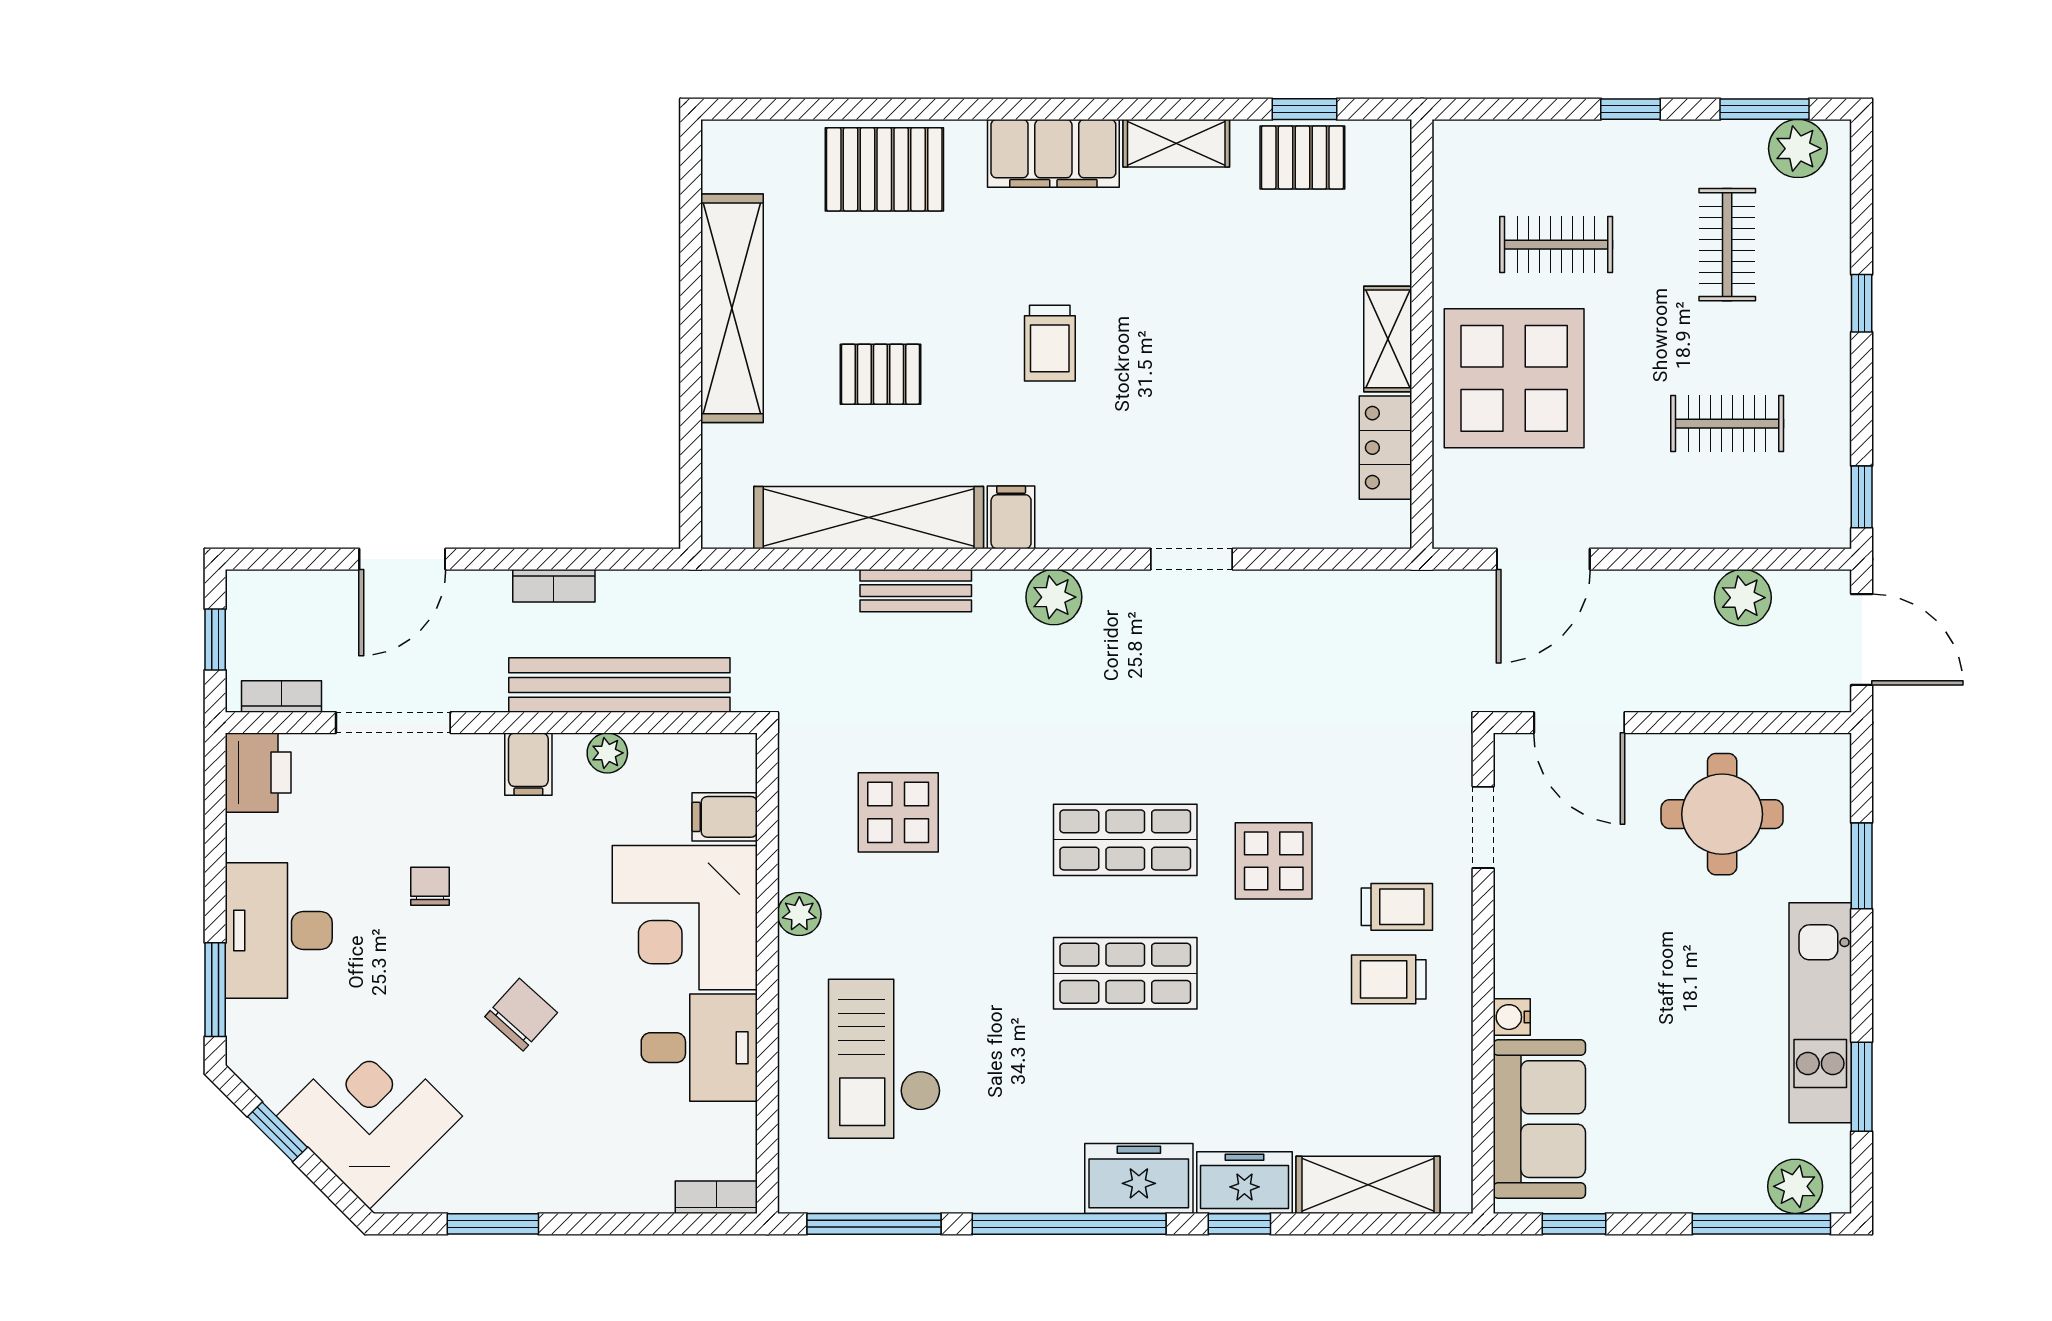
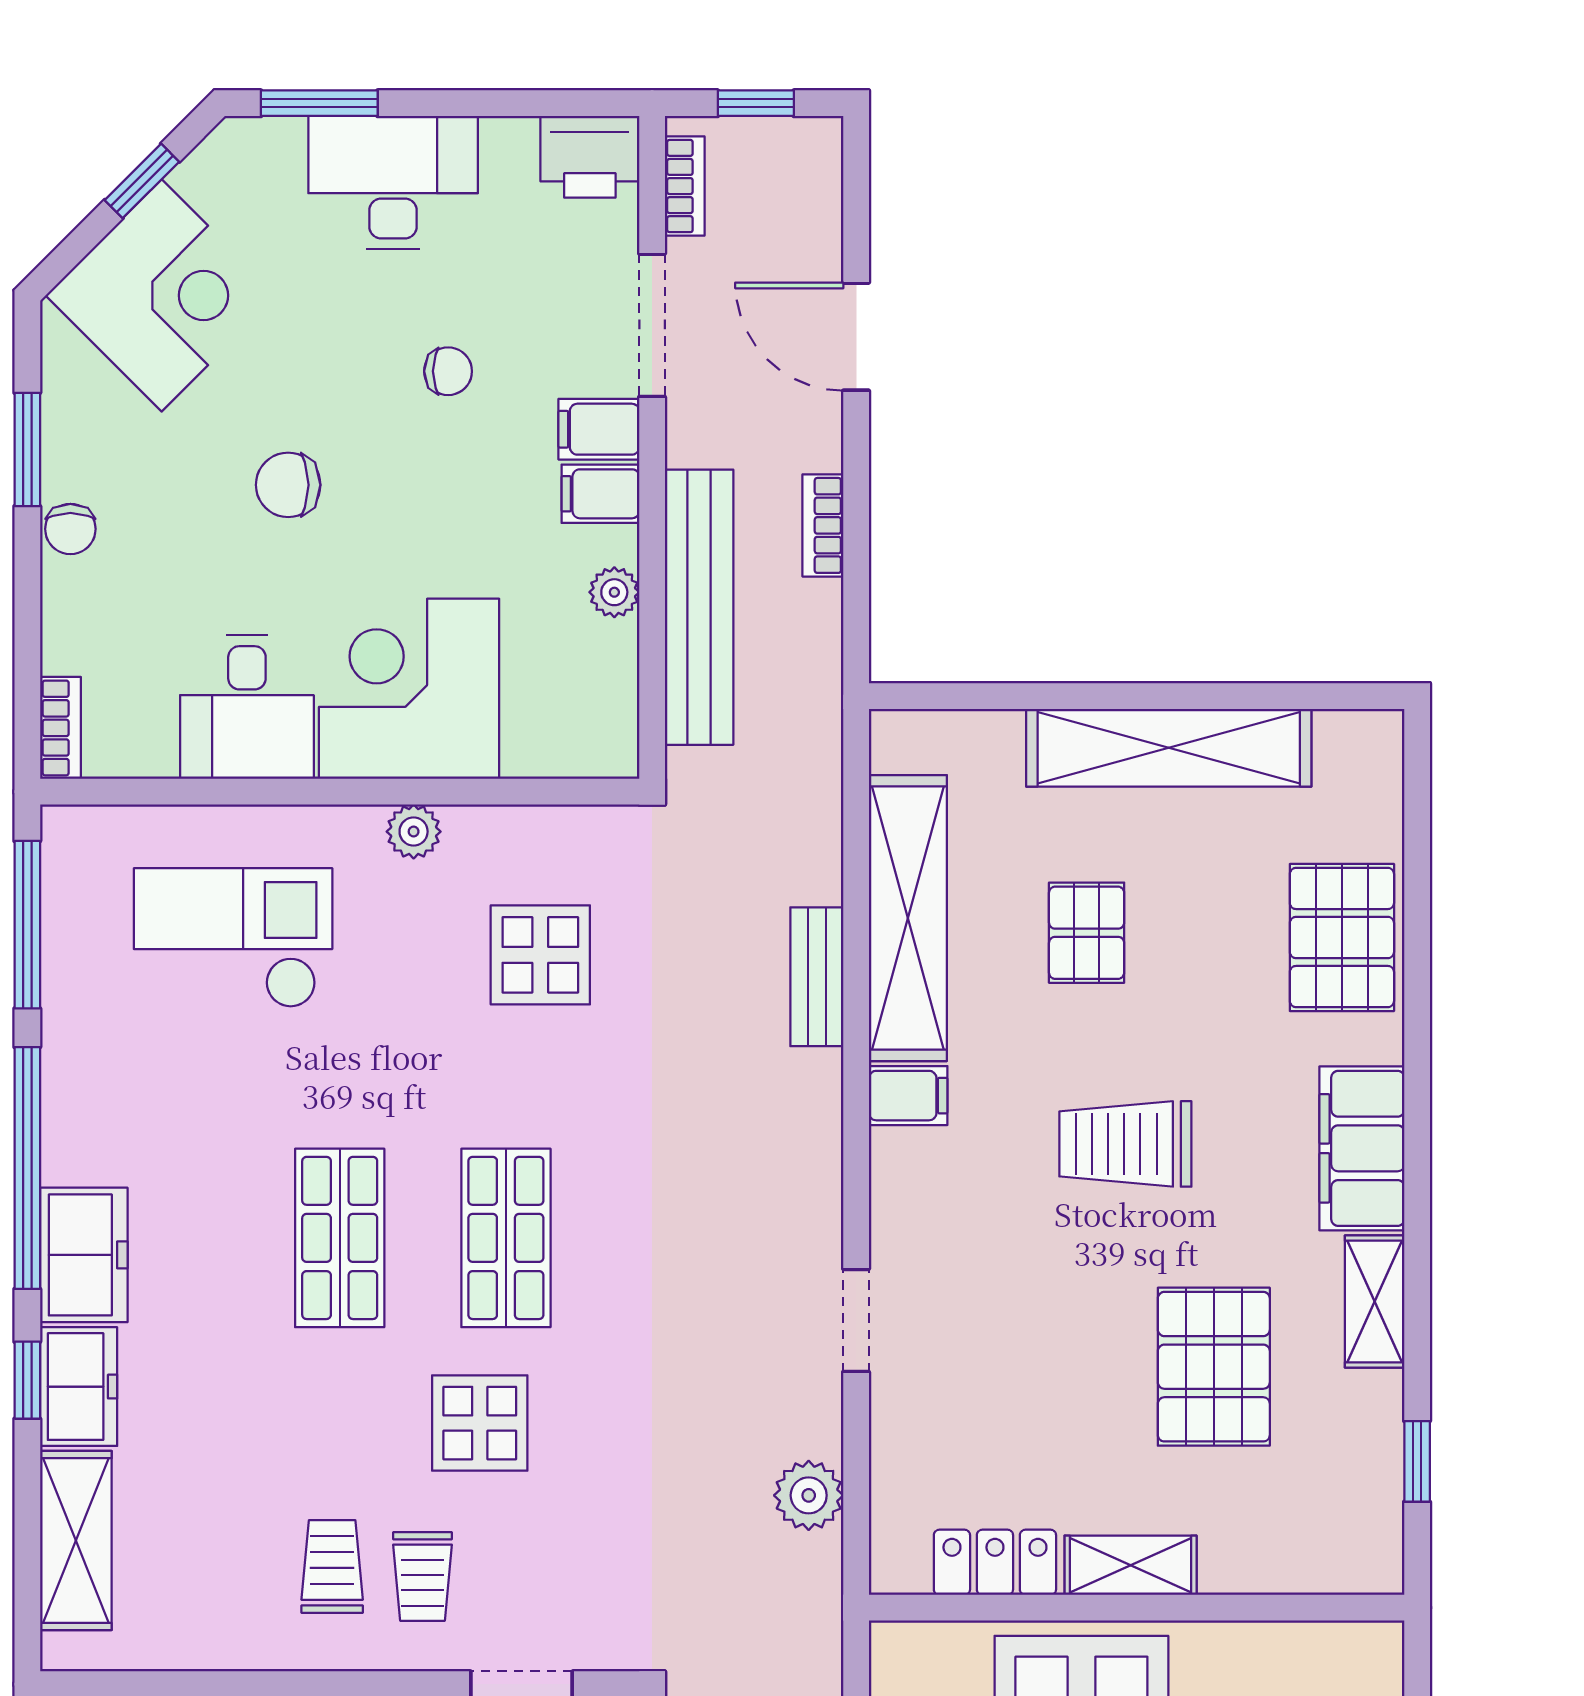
pallet: (1302, 157) -> (1214, 1367), moved, width x1.50, depth x1.42
trolley: (1050, 343) -> (1125, 1144), width x1.36, depth x1.39
plant: (1054, 597) -> (809, 1495), moved
filing cabinet: (725, 817) -> (599, 429), moved, turned -90
chair: (521, 1015) -> (288, 485), turned 138
chair: (557, 1189) -> (70, 529), added

